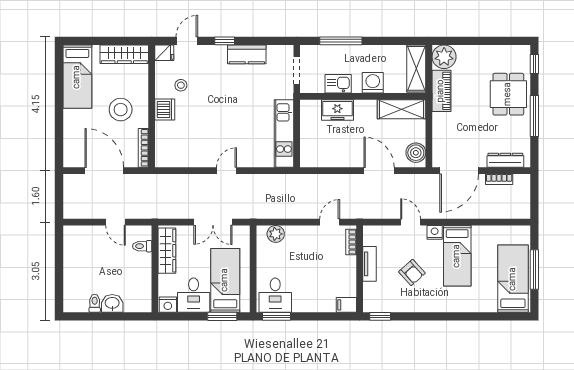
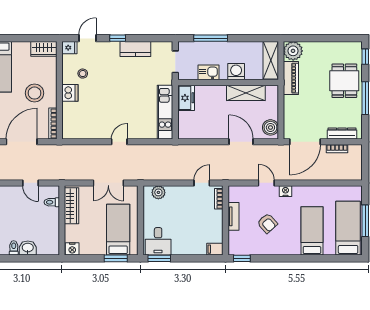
wardrobe: (124, 54) -> (44, 49), width x0.67
shelving: (402, 109) -> (246, 93), moved
freezer: (337, 110) -> (186, 98), moved, turned -90
door: (104, 171) -> (22, 142), hinge flipped
bed: (457, 256) -> (312, 231), moved, turned 180
desk: (194, 295) -> (93, 241), removed

